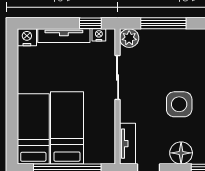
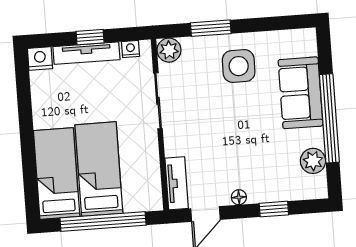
window: (90, 23) -> (90, 37), moved
window: (163, 23) -> (211, 28), width x0.69
side table: (179, 104) -> (239, 66), moved
floor lamp: (181, 153) -> (239, 197), width x0.53, depth x0.53

